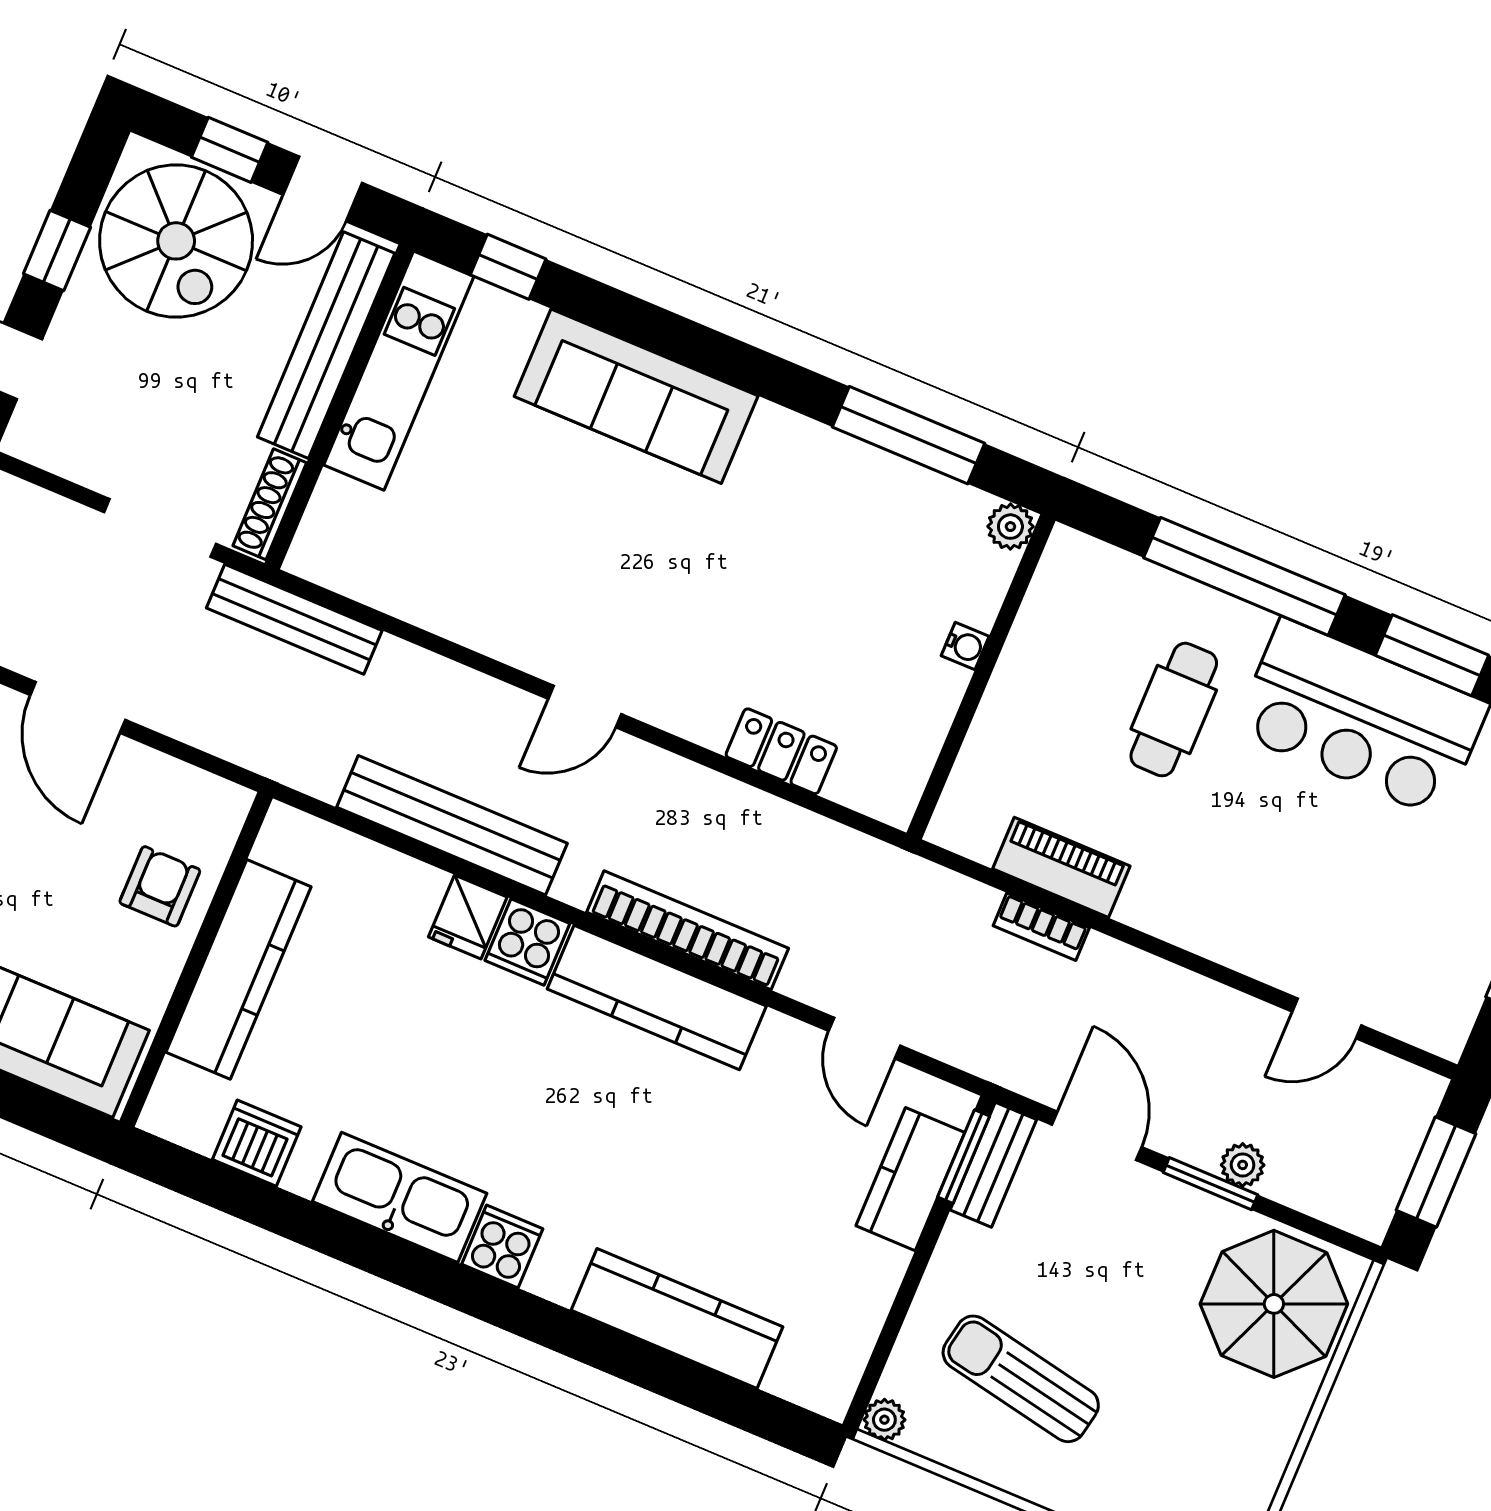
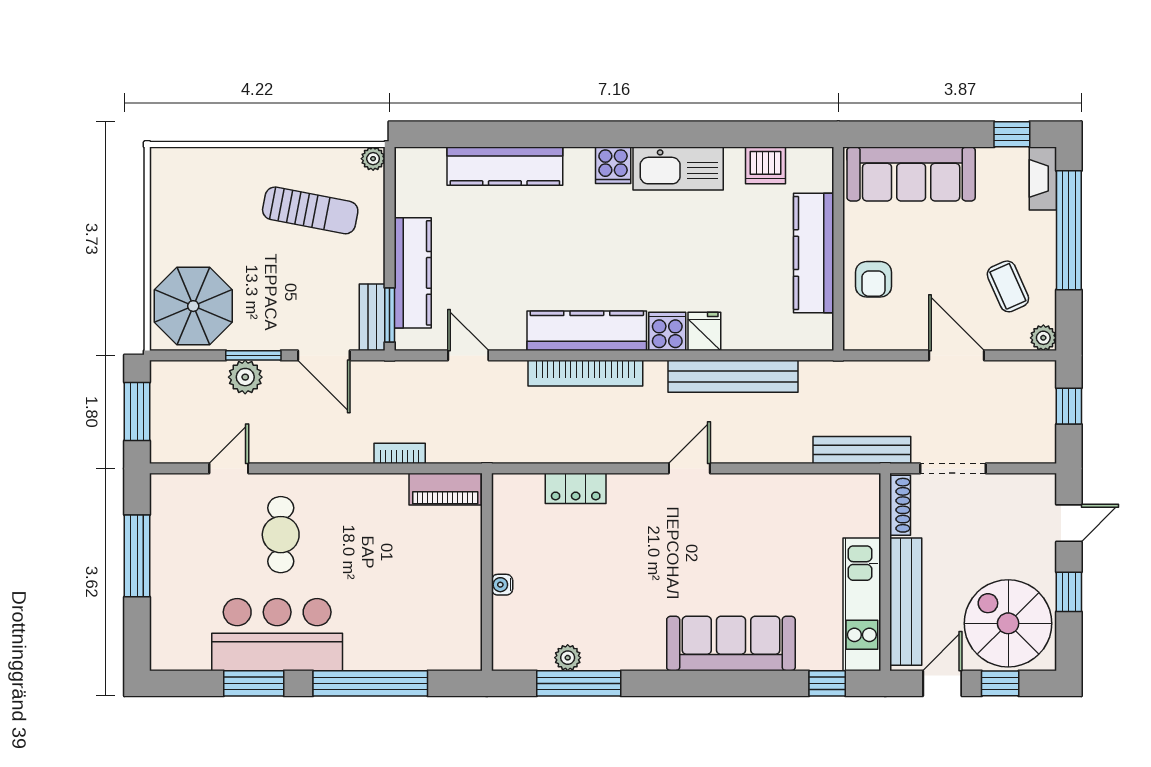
plant: (1010, 527) -> (568, 658), moved
cafe table: (1174, 710) -> (281, 535), moved
piano: (1061, 867) -> (445, 489), moved
plant: (1243, 1165) -> (245, 377), width x1.38, depth x1.38
kitchen counter: (910, 1179) -> (413, 273), width x1.50

